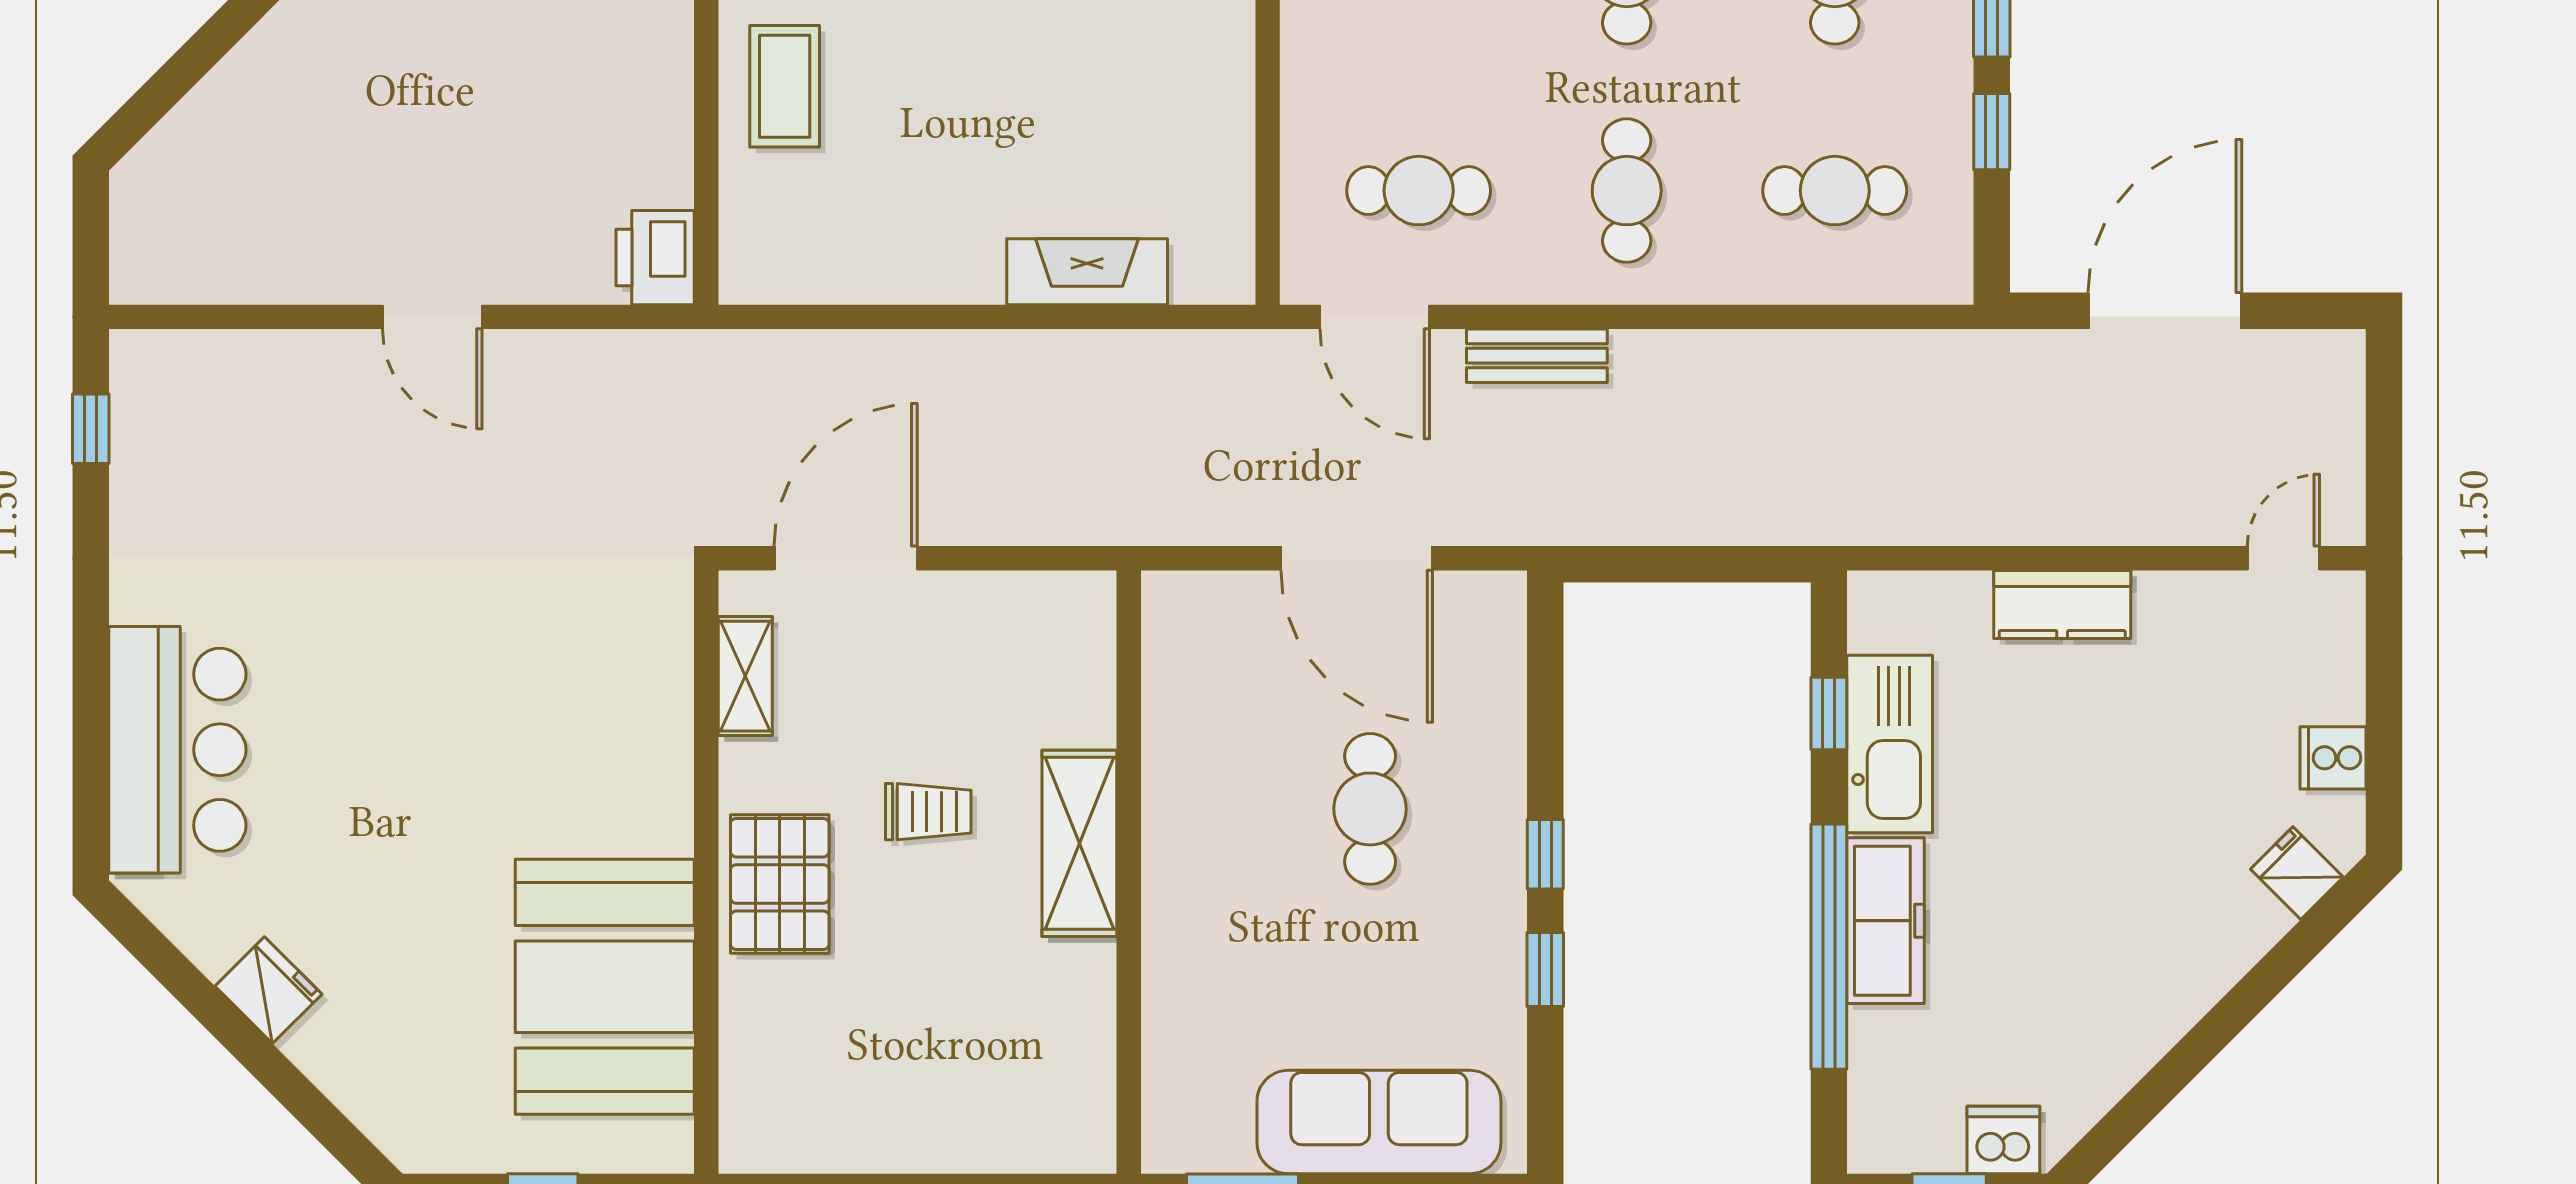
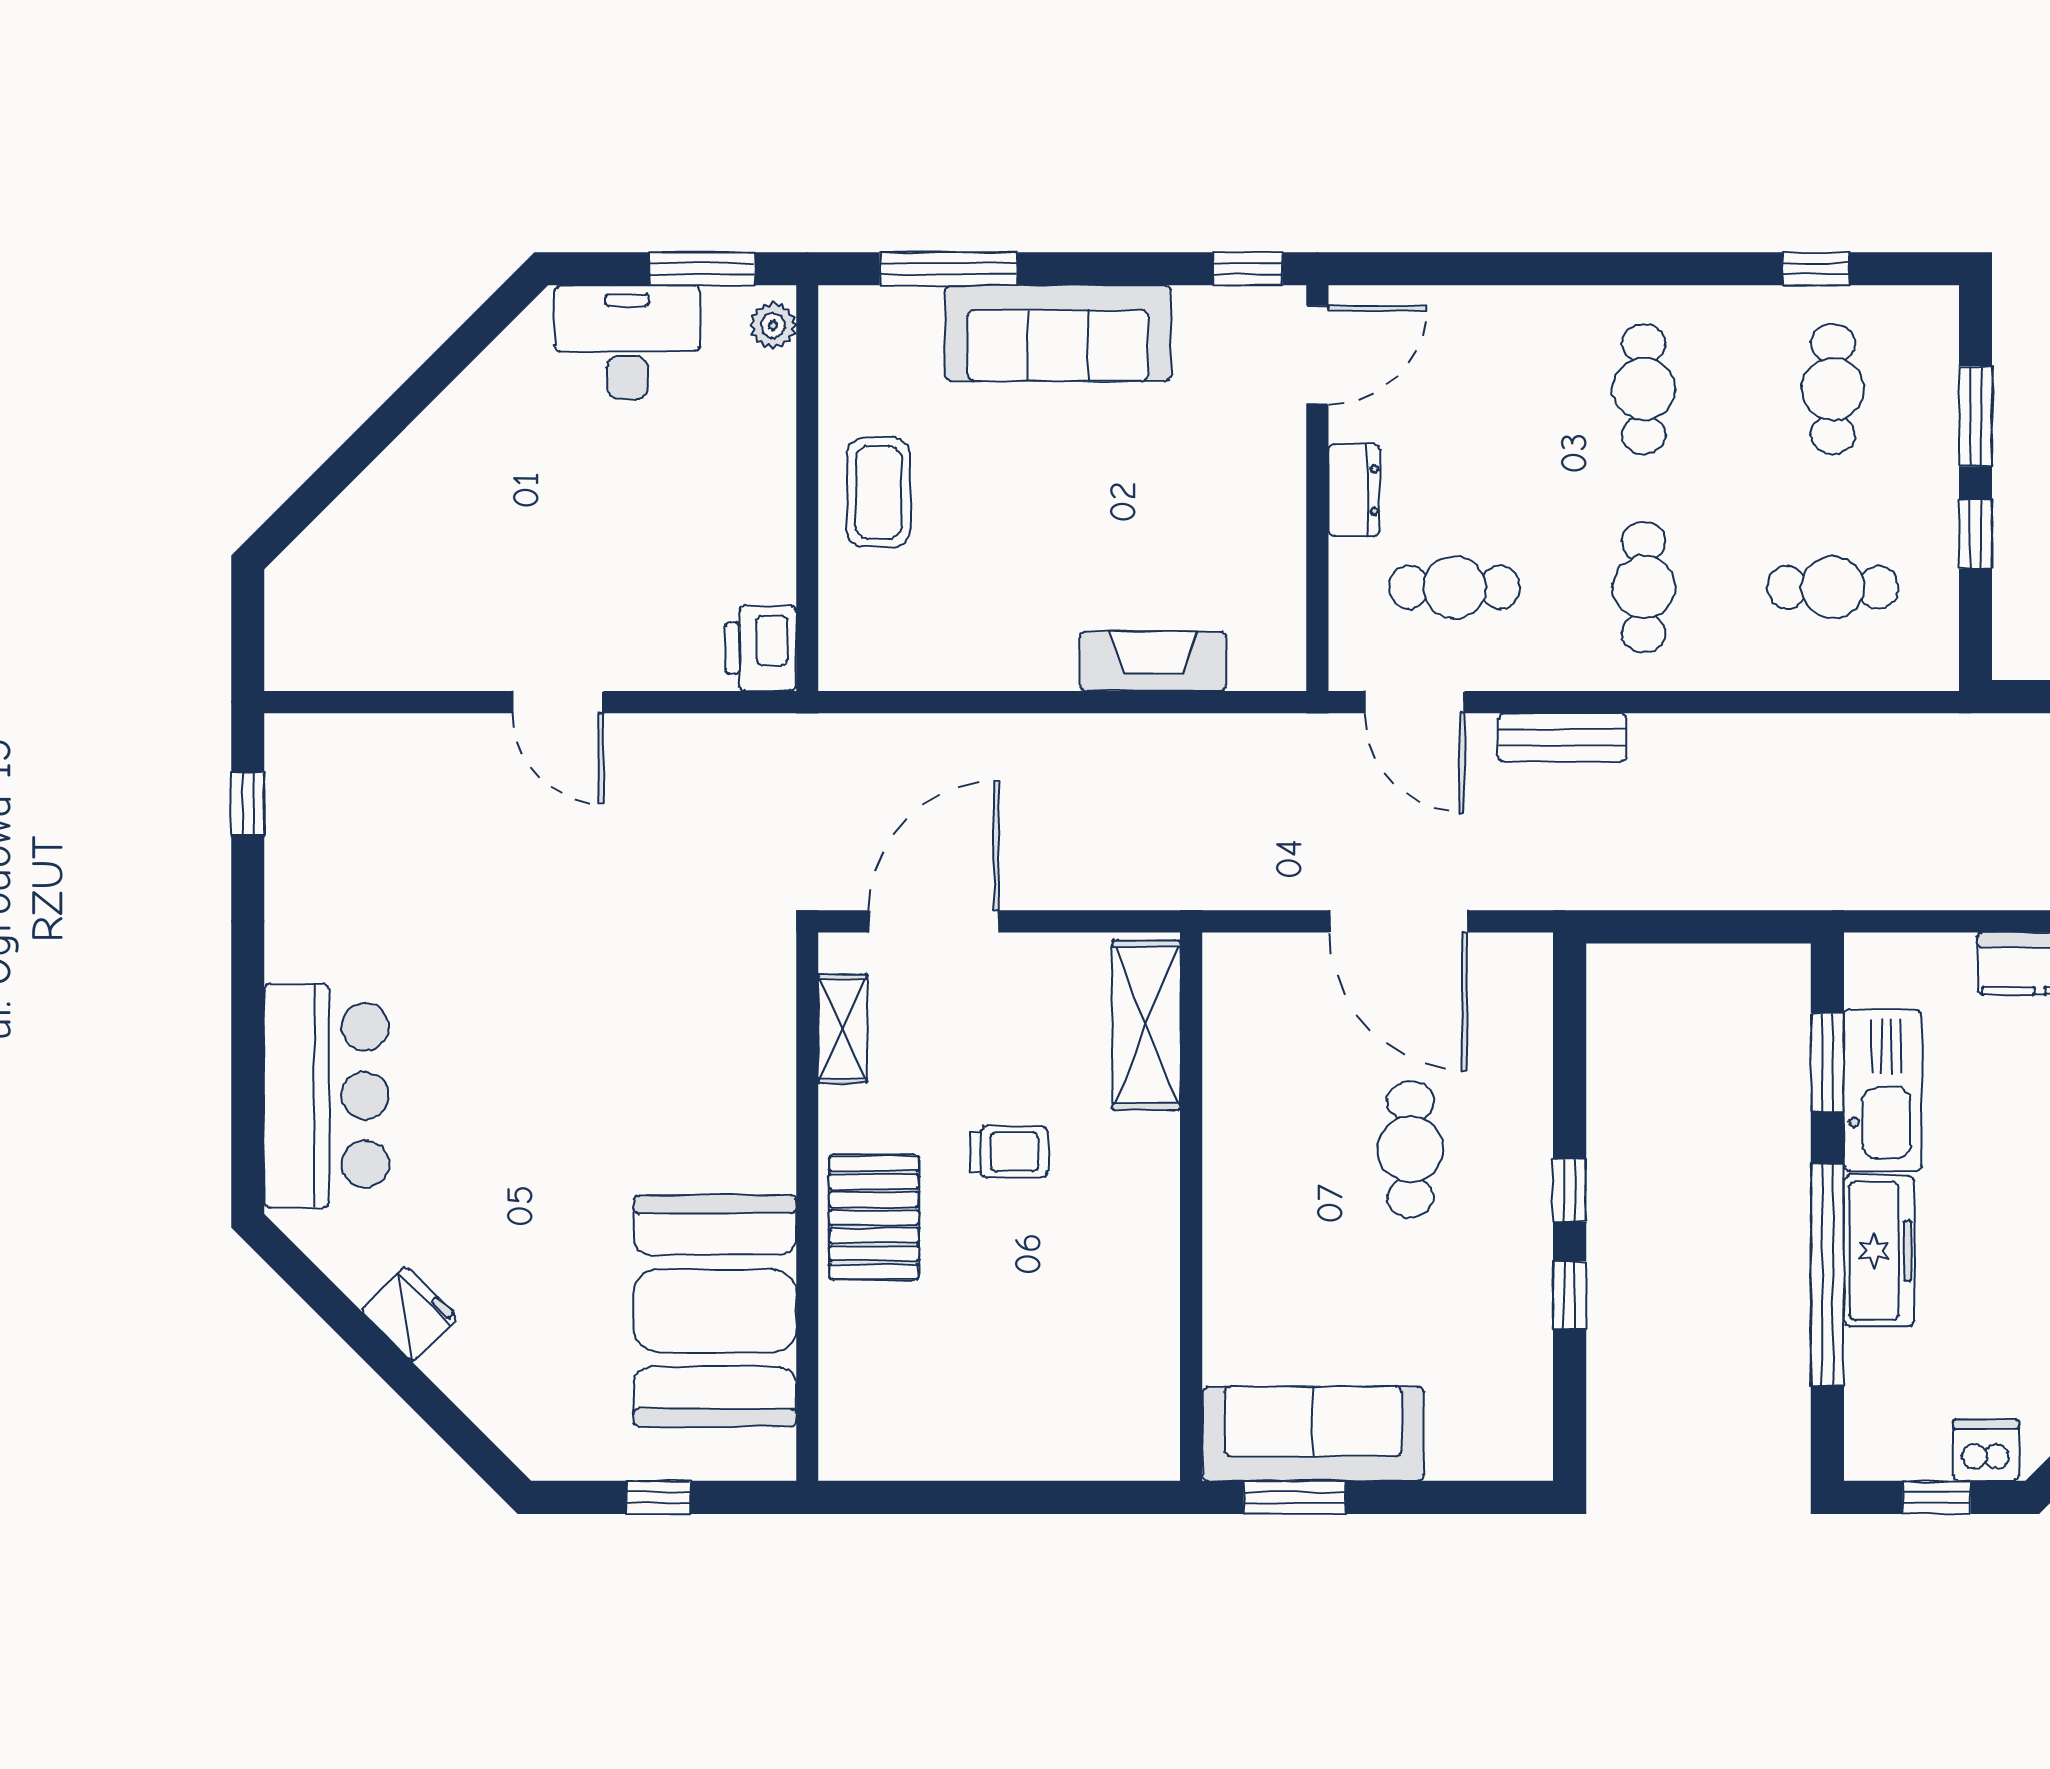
dresser: (1308, 84) -> (1354, 490), added
window: (1829, 713) -> (1827, 1063), width x1.50
shelving: (1079, 843) -> (1146, 1025), moved
sofa: (1379, 1122) -> (1313, 1434), moved

